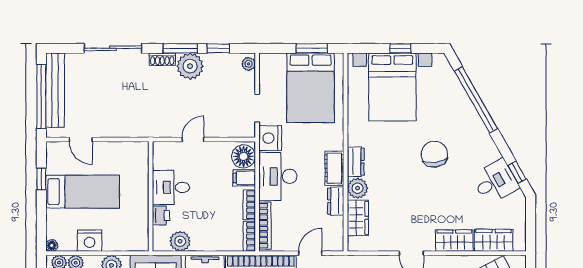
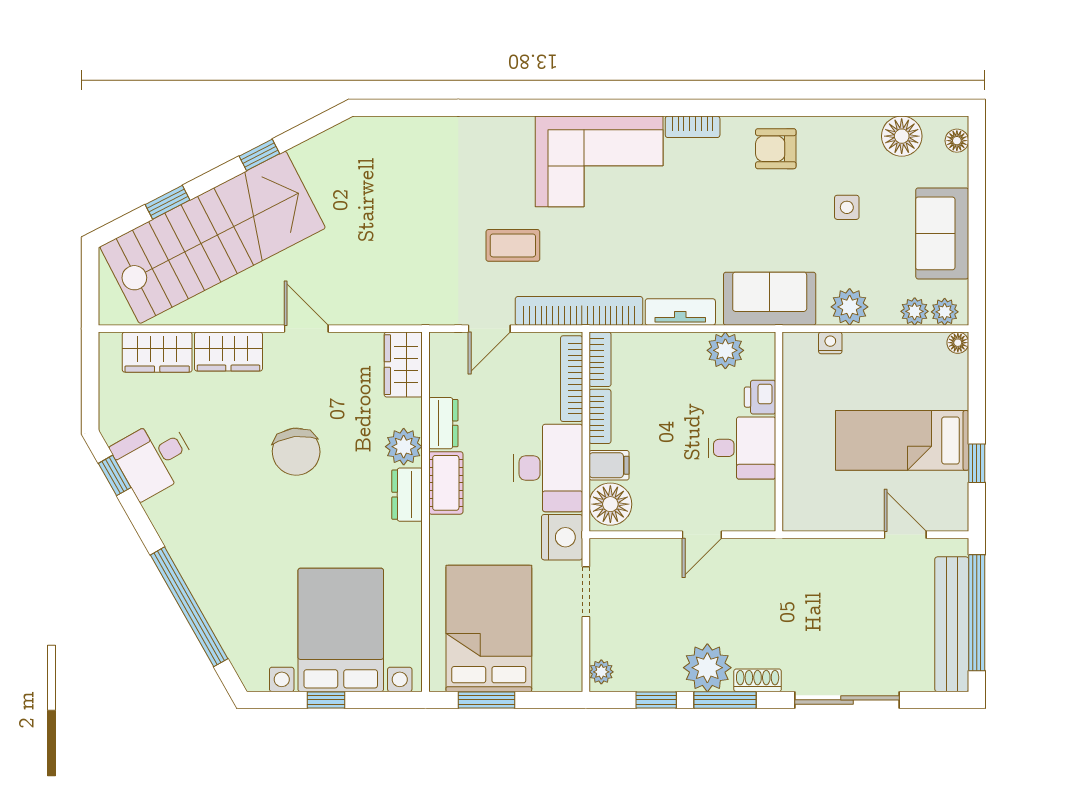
chair: (434, 154) -> (296, 452), moved
wardrobe: (358, 218) -> (403, 365), moved
nightstand: (90, 241) -> (830, 343), moved, width x0.53, depth x0.56

